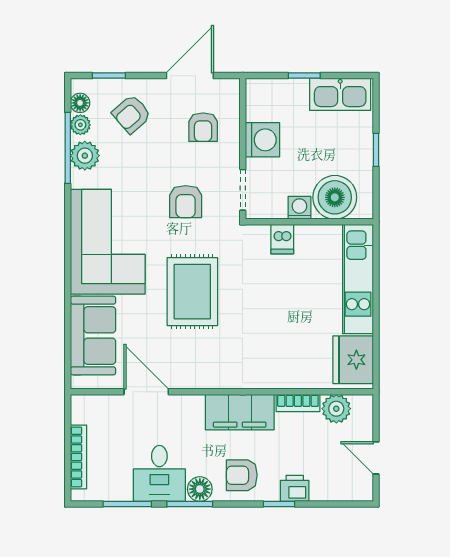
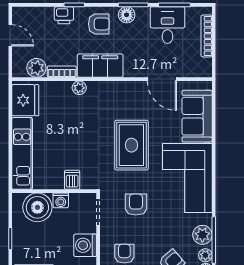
plant: (272, 379) -> (79, 88), added
desk: (159, 473) -> (167, 25), moved

